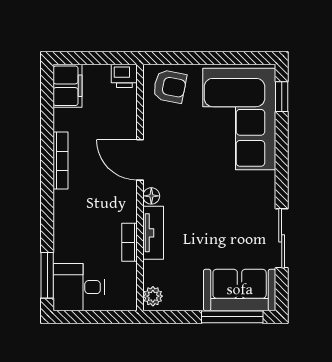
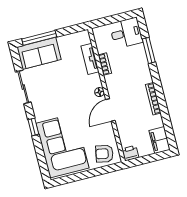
window: (282, 97) -> (33, 127), moved
door: (140, 160) -> (110, 110), swing flipped
tv unit: (153, 233) -> (90, 59), moved
window: (47, 275) -> (149, 50), moved
plant: (153, 296) -> (85, 38), removed

